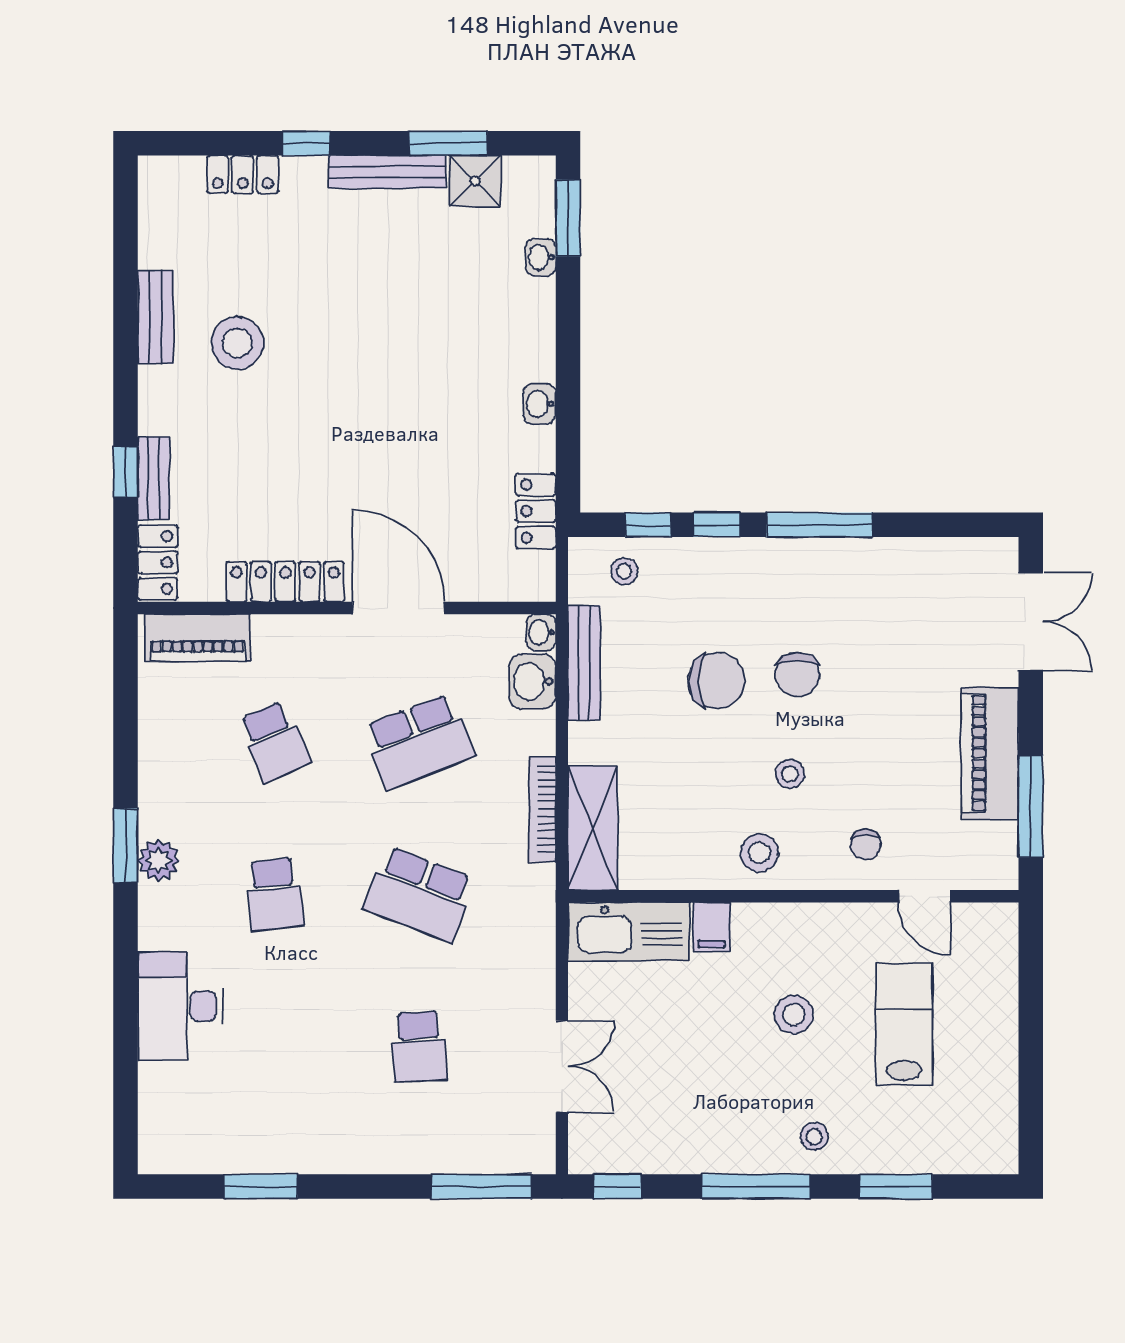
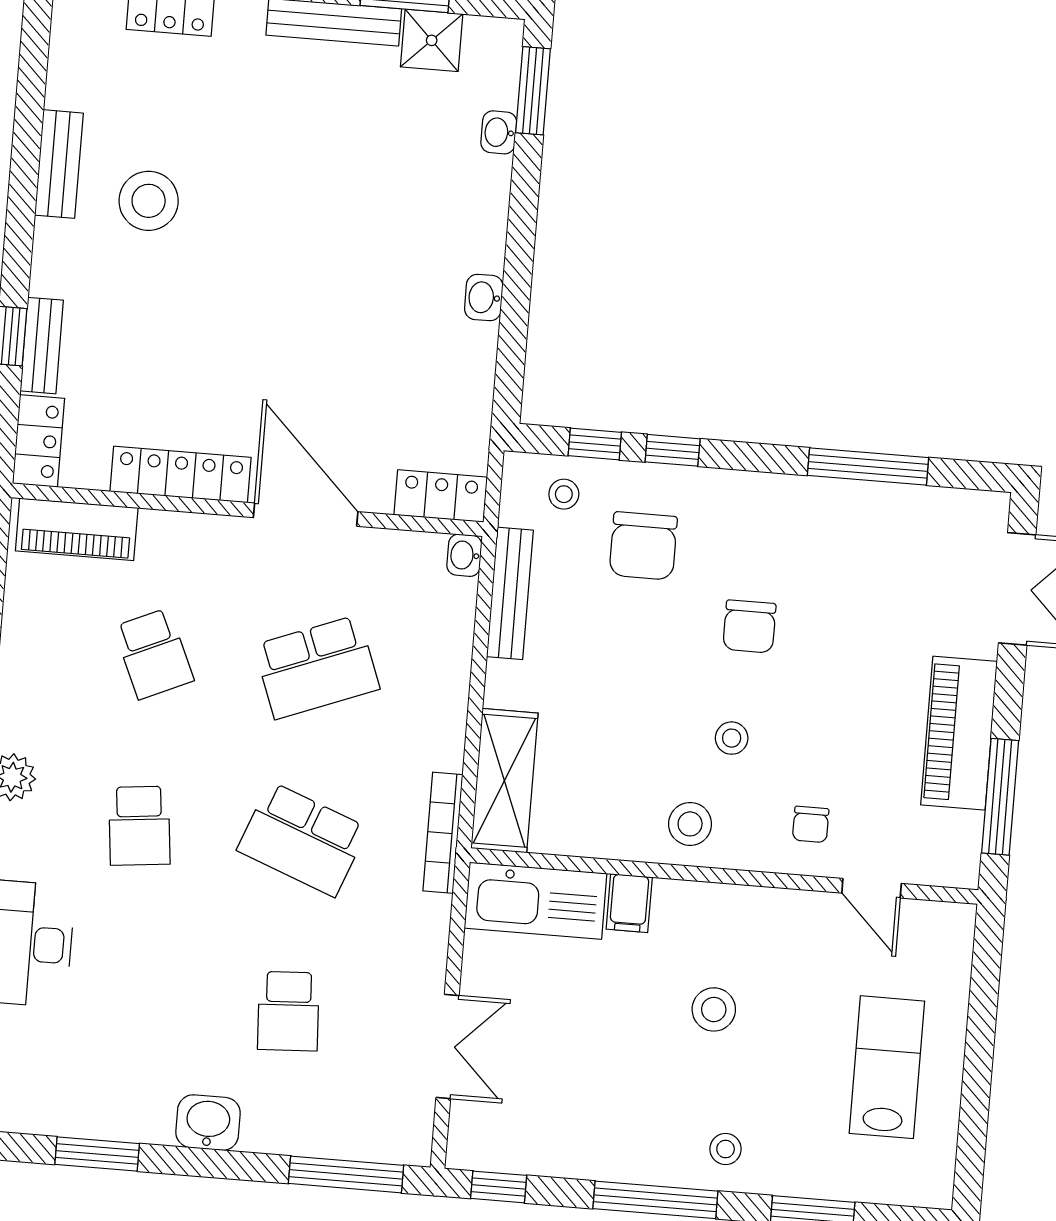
locker: (536, 511) -> (441, 496), moved, turned 90
window: (819, 525) -> (868, 466), moved
washbasin: (532, 681) -> (208, 1123), moved, turned 90
chair: (716, 681) -> (643, 546), moved, turned 90
bookcase: (542, 809) -> (443, 833), moved
lab bench: (904, 1024) -> (887, 1067), moved

